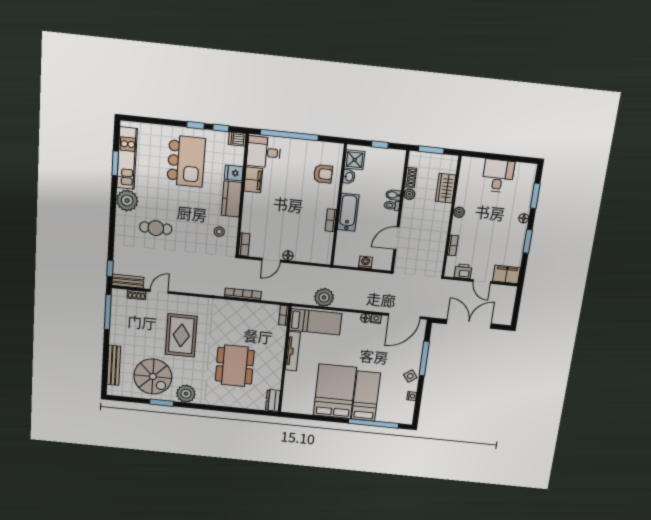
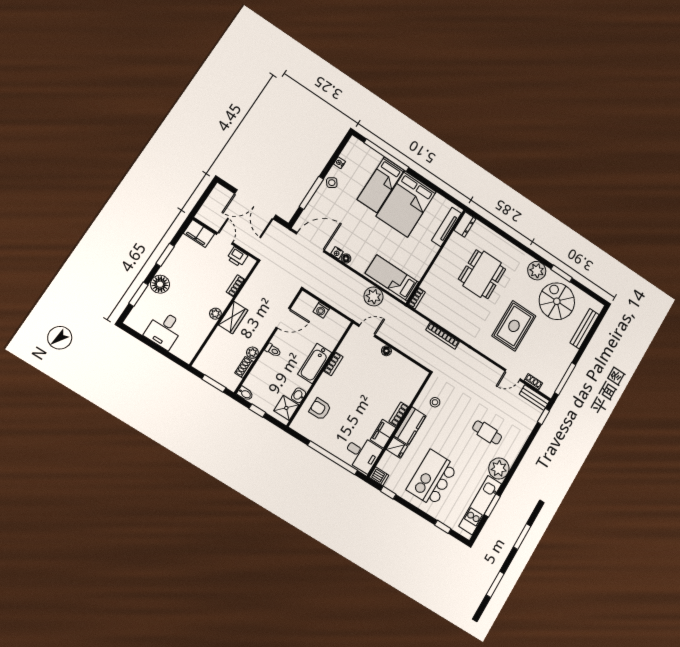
window: (195, 125) -> (443, 527), moved
wardrobe: (446, 188) -> (233, 317), moved
bidet: (393, 195) -> (245, 394), moved
floor lamp: (524, 218) -> (160, 284), width x1.89, depth x1.89
bookcase: (244, 245) -> (399, 414), moved
door: (271, 260) -> (367, 331), moved
tv unit: (293, 351) -> (446, 227), moved

